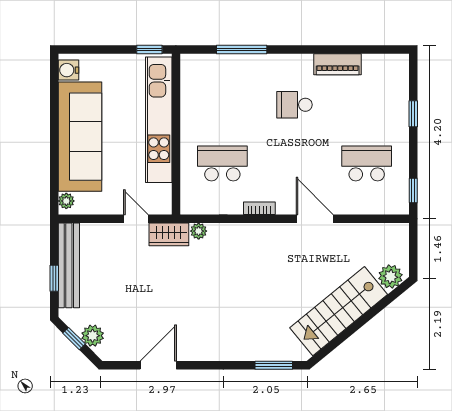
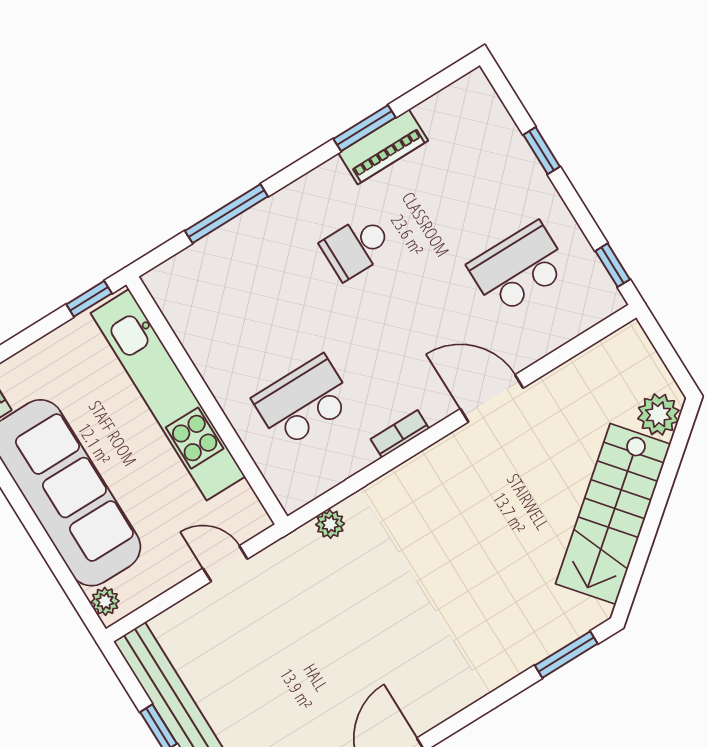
window: (334, 50) -> (364, 128), added
wardrobe: (169, 234) -> (289, 556), removed

